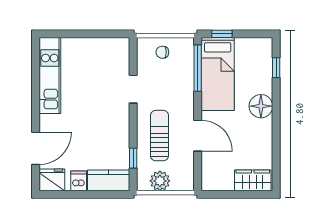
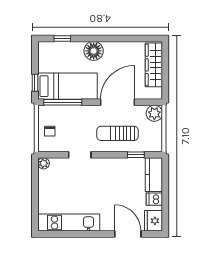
plant: (123, 45) -> (44, 163), added
door: (198, 136) -> (118, 102), width x1.36
wardrobe: (253, 180) -> (154, 65), width x1.50
plant: (160, 181) -> (154, 113), moved

